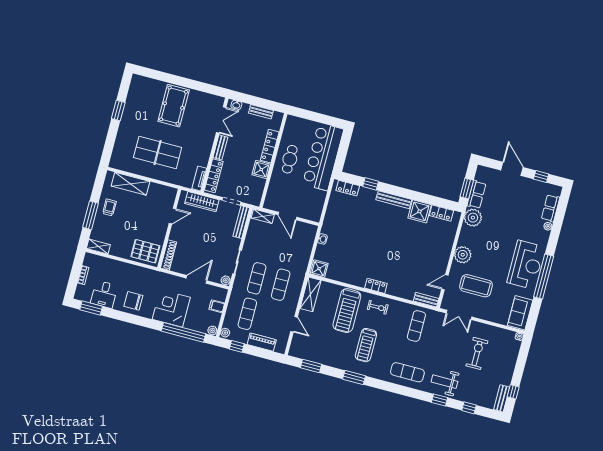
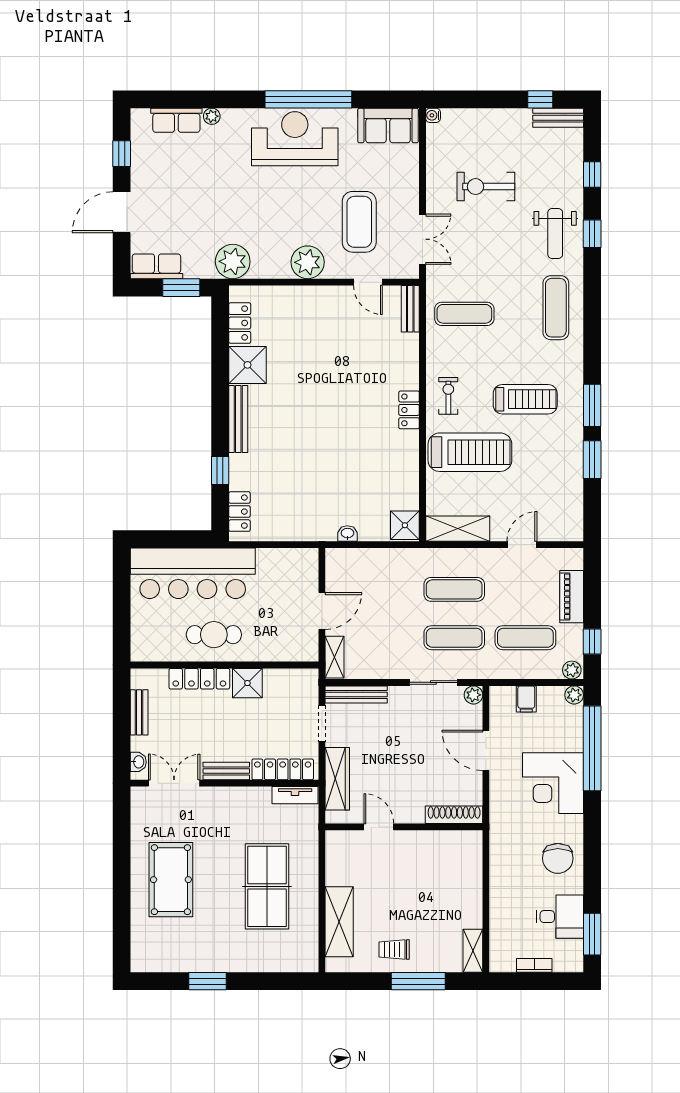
pool table: (174, 106) -> (171, 880), turned 90
row of seats: (476, 195) -> (156, 266), moved
pallet: (145, 251) -> (458, 860), removed
window: (311, 366) -> (592, 460), moved

